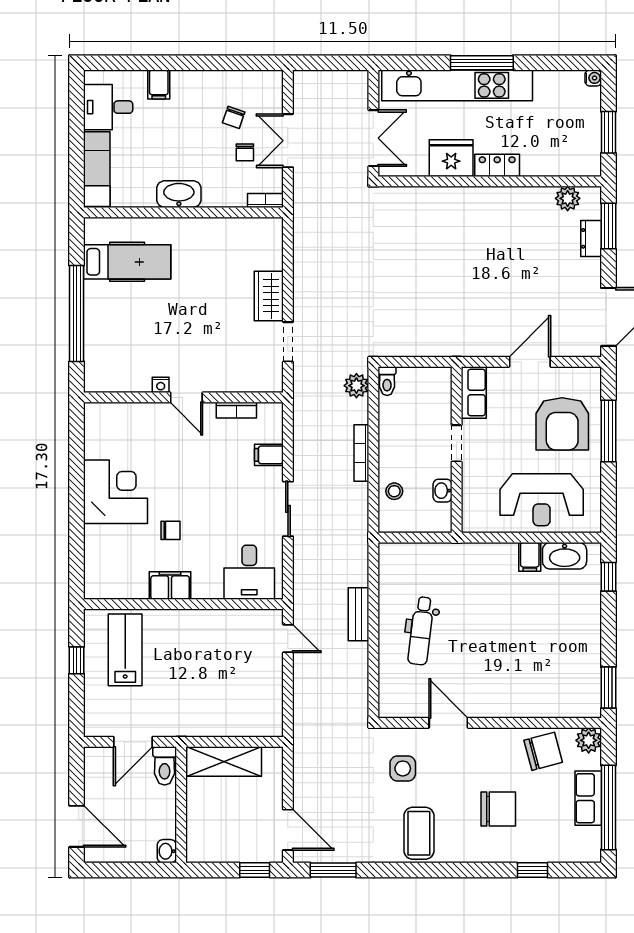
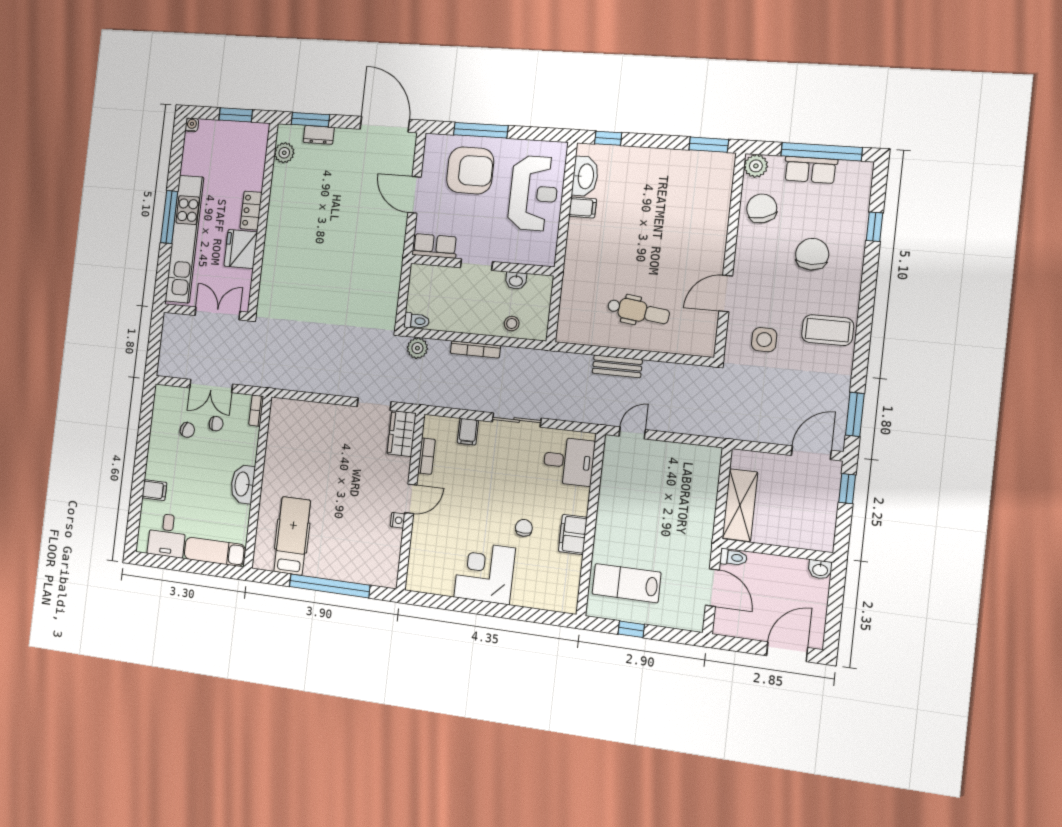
wardrobe: (269, 296) -> (402, 434), moved, turned 90
toilet: (165, 766) -> (733, 557), width x0.73, depth x0.72

